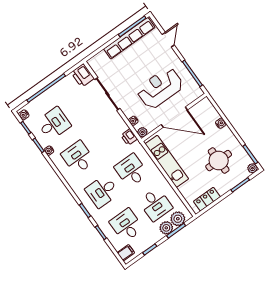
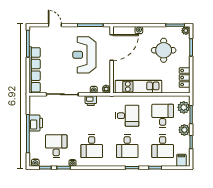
row of seats: (129, 38) -> (35, 70), moved
printer: (83, 75) -> (36, 123), moved, turned -90
door: (174, 117) -> (112, 48), moved
printer: (129, 137) -> (91, 101), moved
desk: (78, 157) -> (92, 146), turned -90
desk: (131, 171) -> (127, 116), turned 180
desk: (155, 204) -> (163, 116), turned -90
desk: (126, 225) -> (163, 146), turned -90
plant: (166, 228) -> (184, 130), moved

